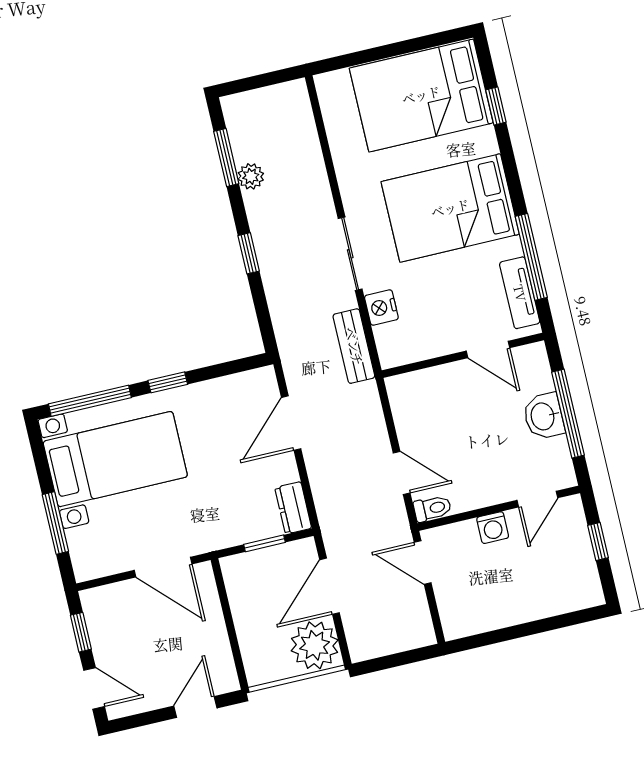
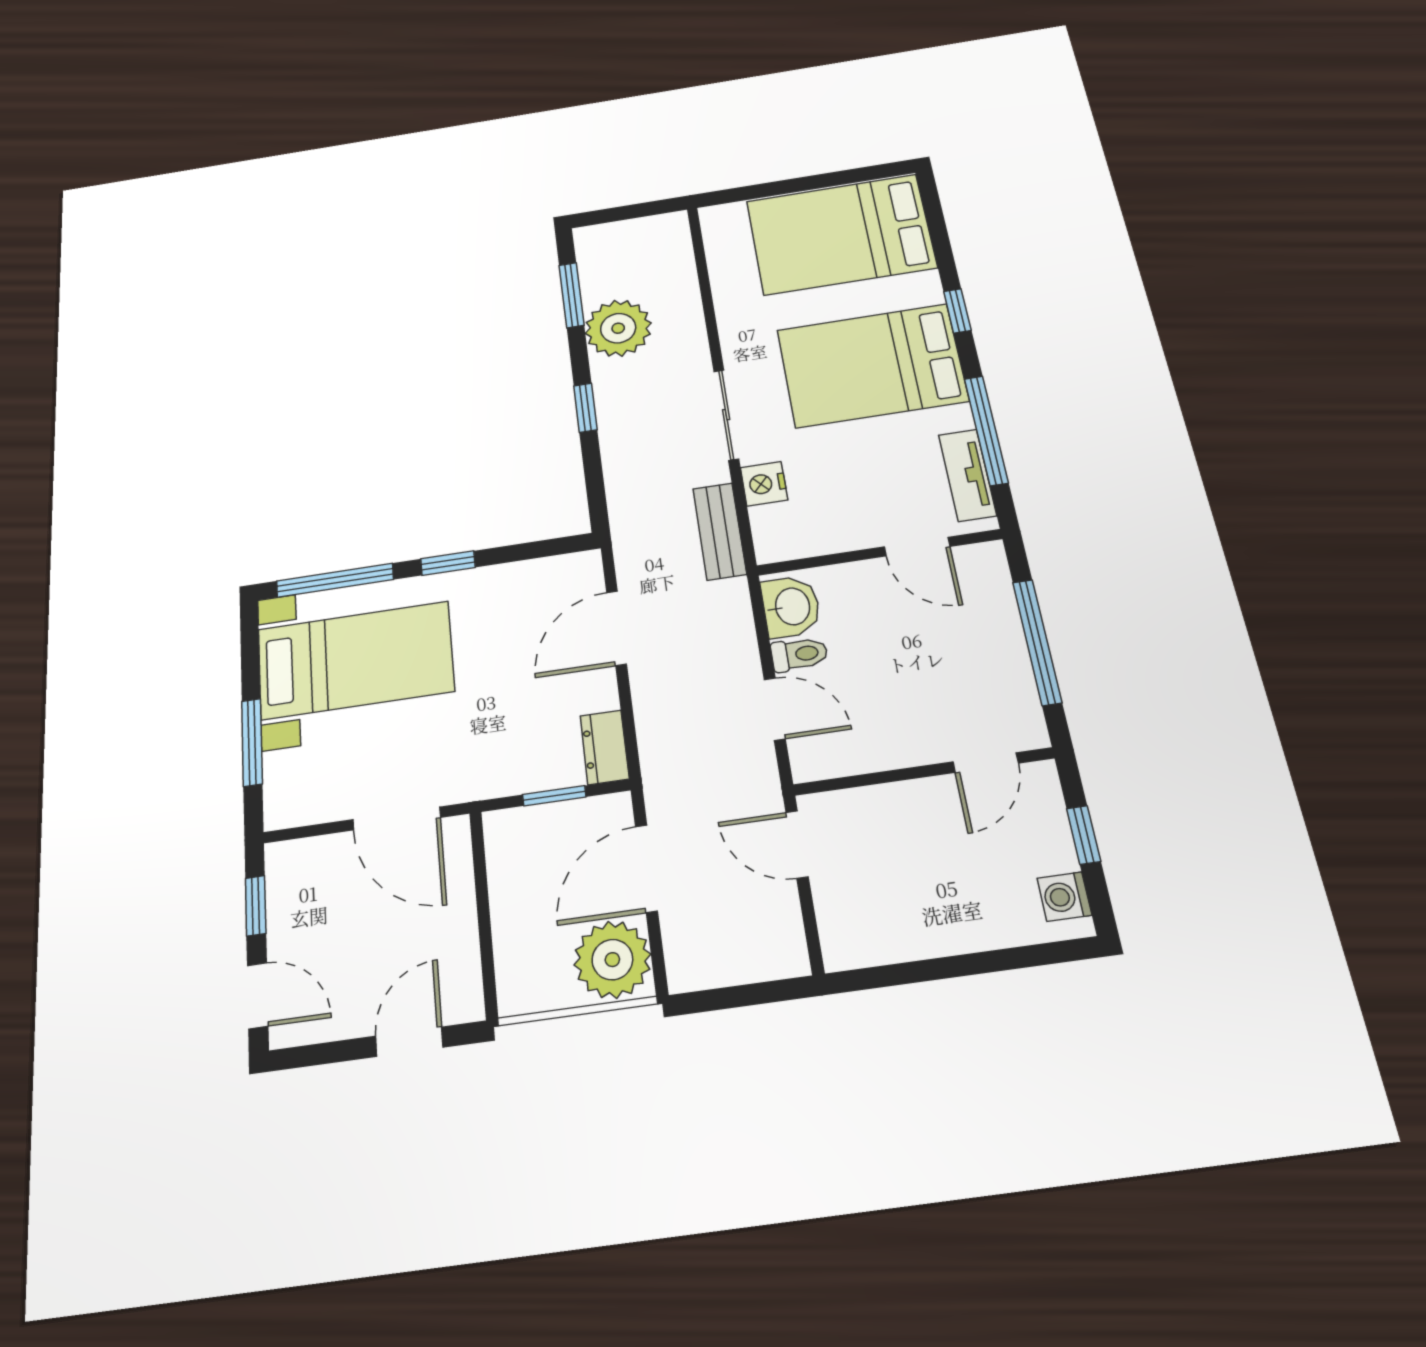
window: (496, 106) -> (957, 311), moved
plant: (251, 176) -> (618, 328), width x1.88, depth x1.88
washbasin: (544, 416) -> (791, 607), moved, turned 180
toilet: (432, 508) -> (799, 654), moved
washing machine: (493, 528) -> (1064, 897), moved, turned 90

